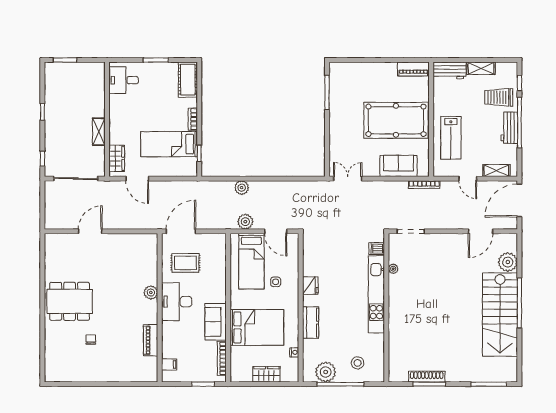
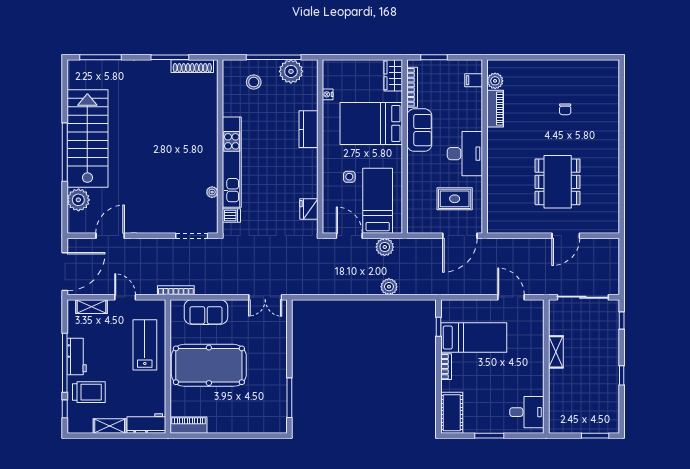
wardrobe: (117, 158) -> (535, 321), removed
fridge: (310, 286) -> (309, 209), moved
plant: (151, 292) -> (495, 81), moved
dining table: (70, 301) -> (558, 182), moved, turned 90
wardrobe: (266, 374) -> (393, 75), moved, turned 90
shoe rack: (427, 377) -> (192, 66), moved

